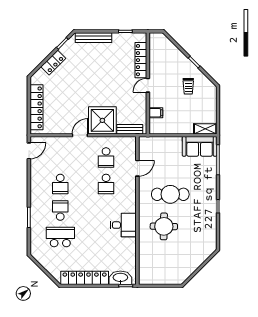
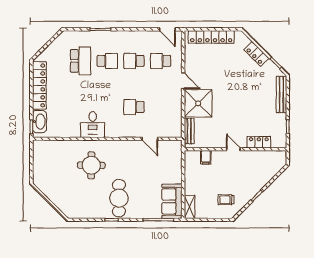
locker: (141, 60) -> (259, 142), width x0.66
trolley: (188, 86) -> (226, 200), moved
school desk: (106, 158) -> (161, 61), moved
cafe table: (170, 194) -> (119, 198), moved

